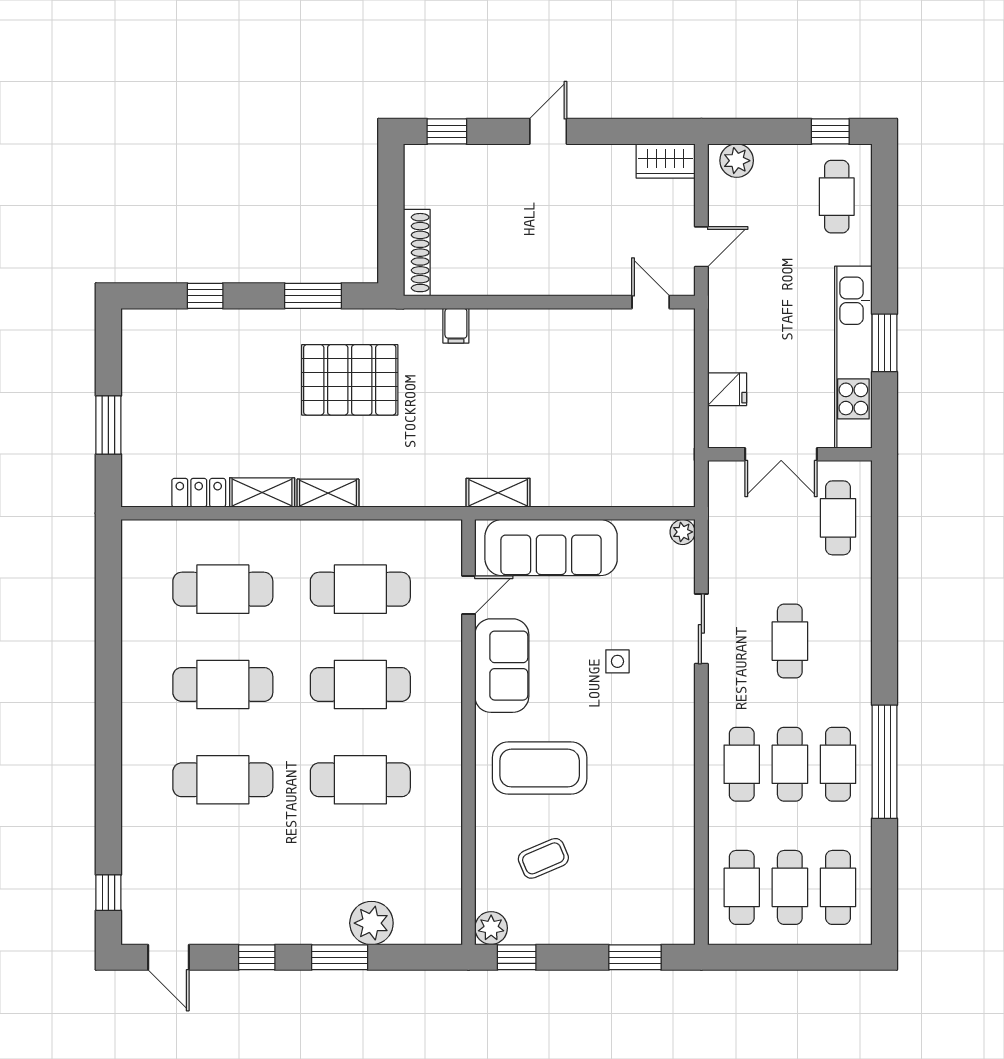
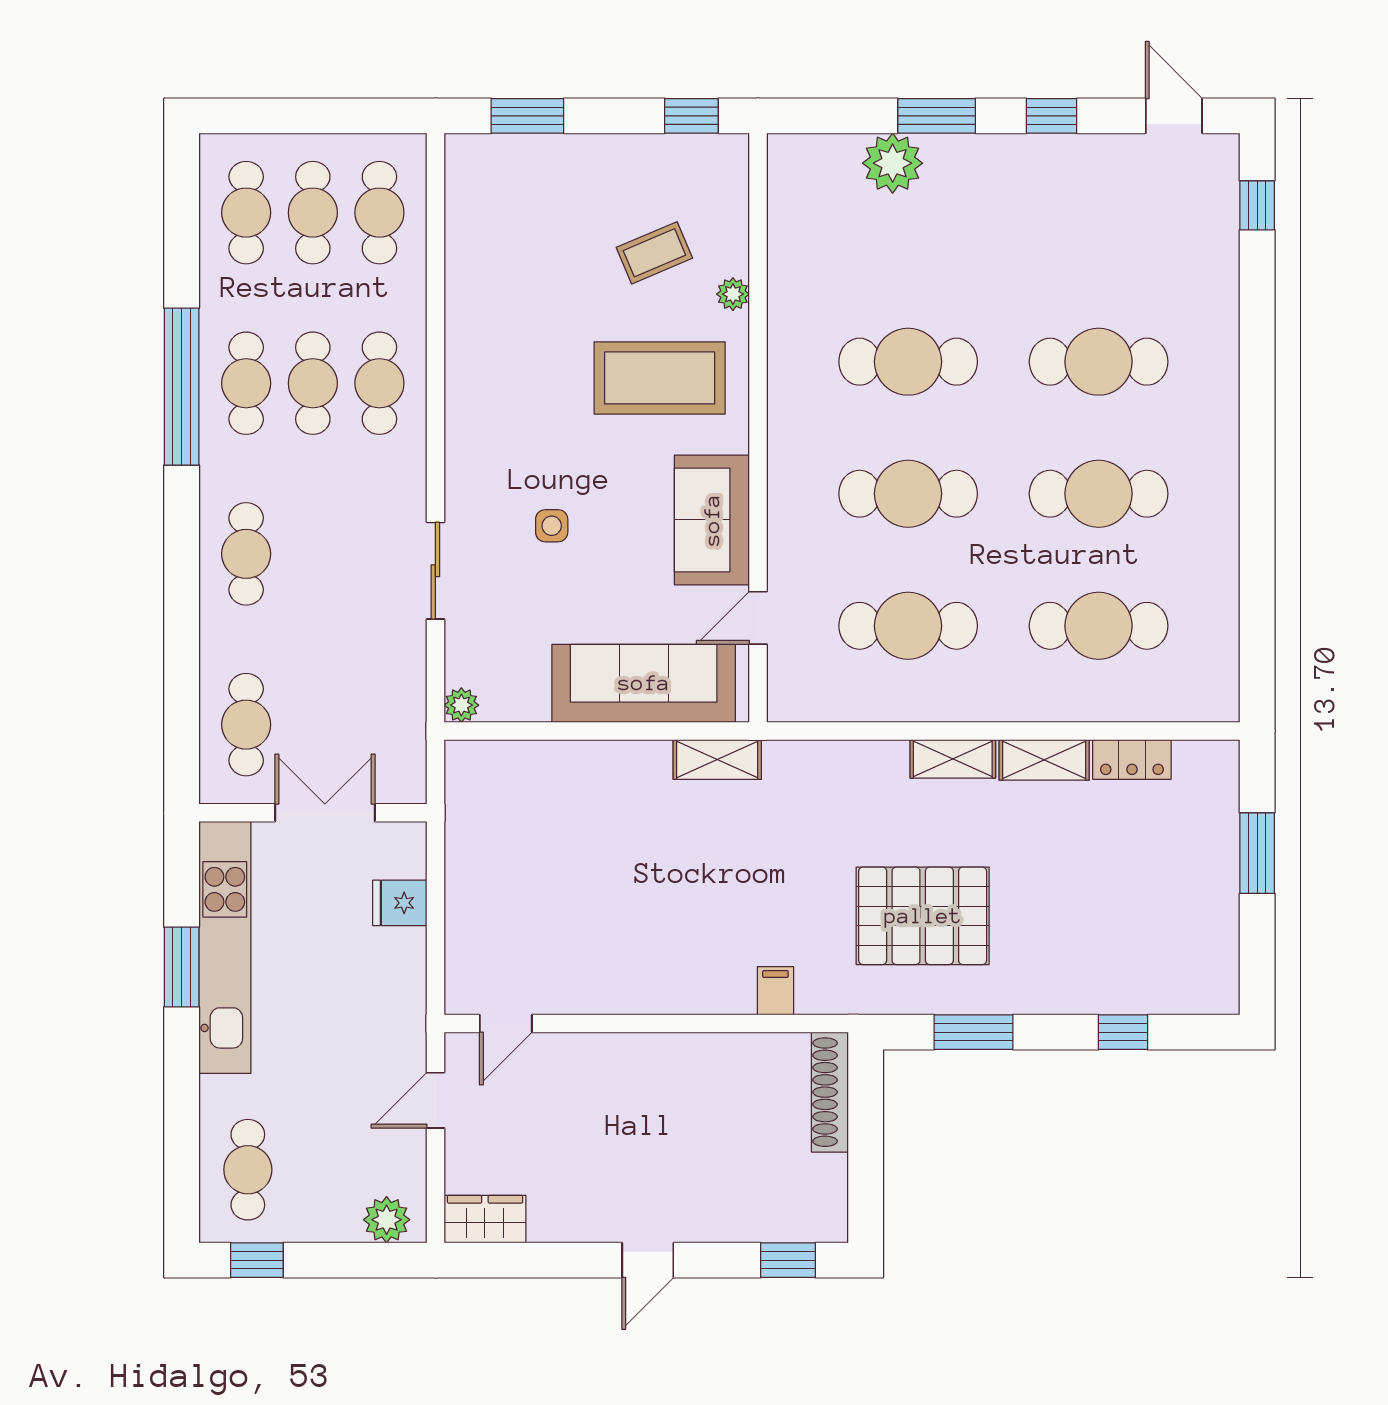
door: (651, 302) -> (506, 1024), hinge flipped
cafe table: (790, 641) -> (246, 554), moved
plant: (491, 928) -> (733, 294), moved, width x0.73, depth x0.73

